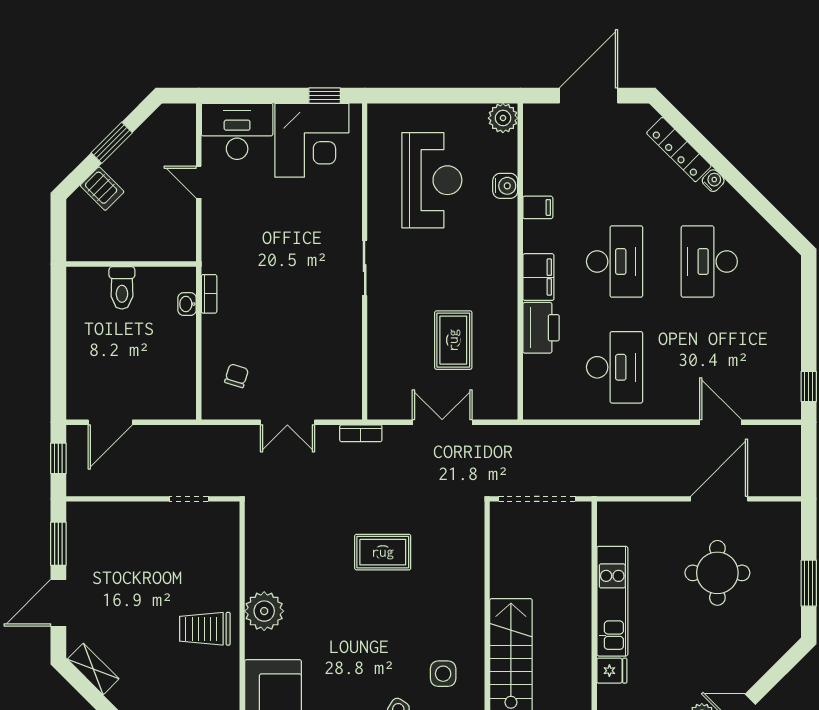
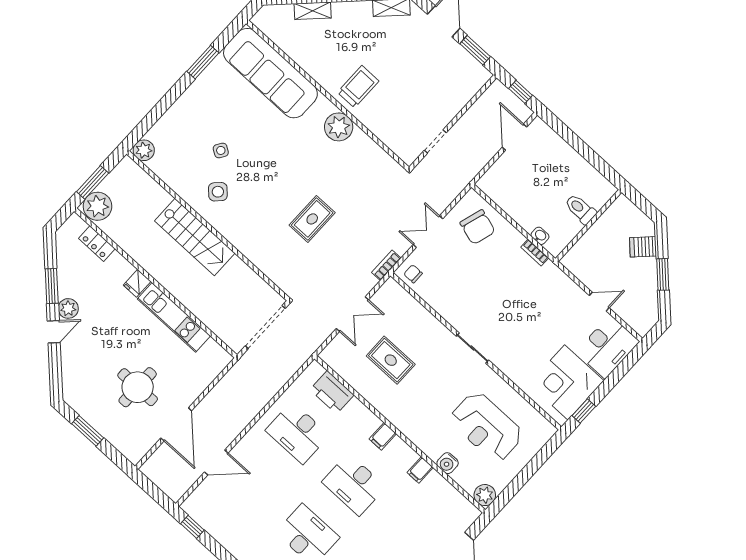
filing cabinet: (538, 277) -> (383, 436), width x0.50
printer: (541, 328) -> (332, 392), moved
chair: (236, 376) -> (478, 227), width x1.87, depth x1.87
chair: (344, 398) -> (413, 274), added
side table: (443, 674) -> (218, 192), turned 45

